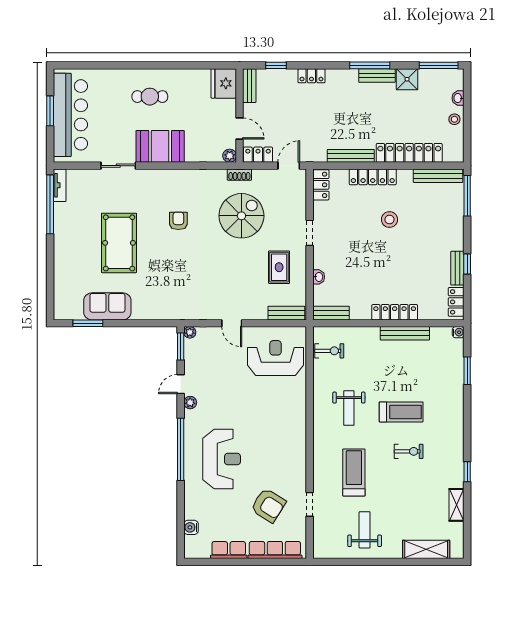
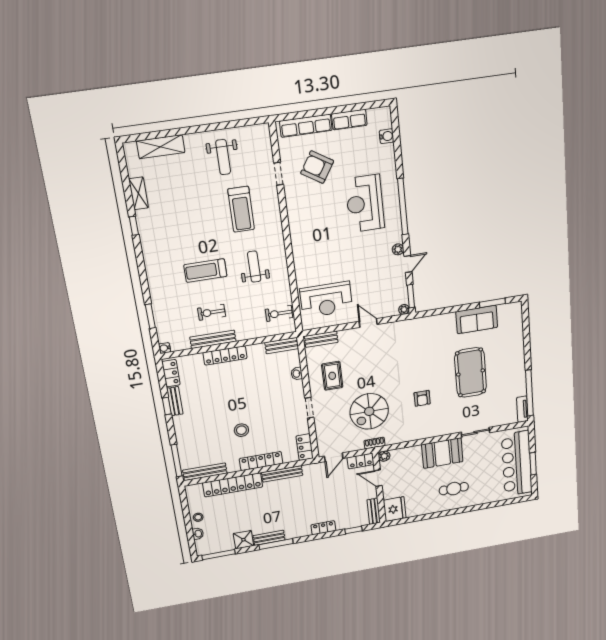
exercise bike: (409, 451) -> (212, 312), moved

